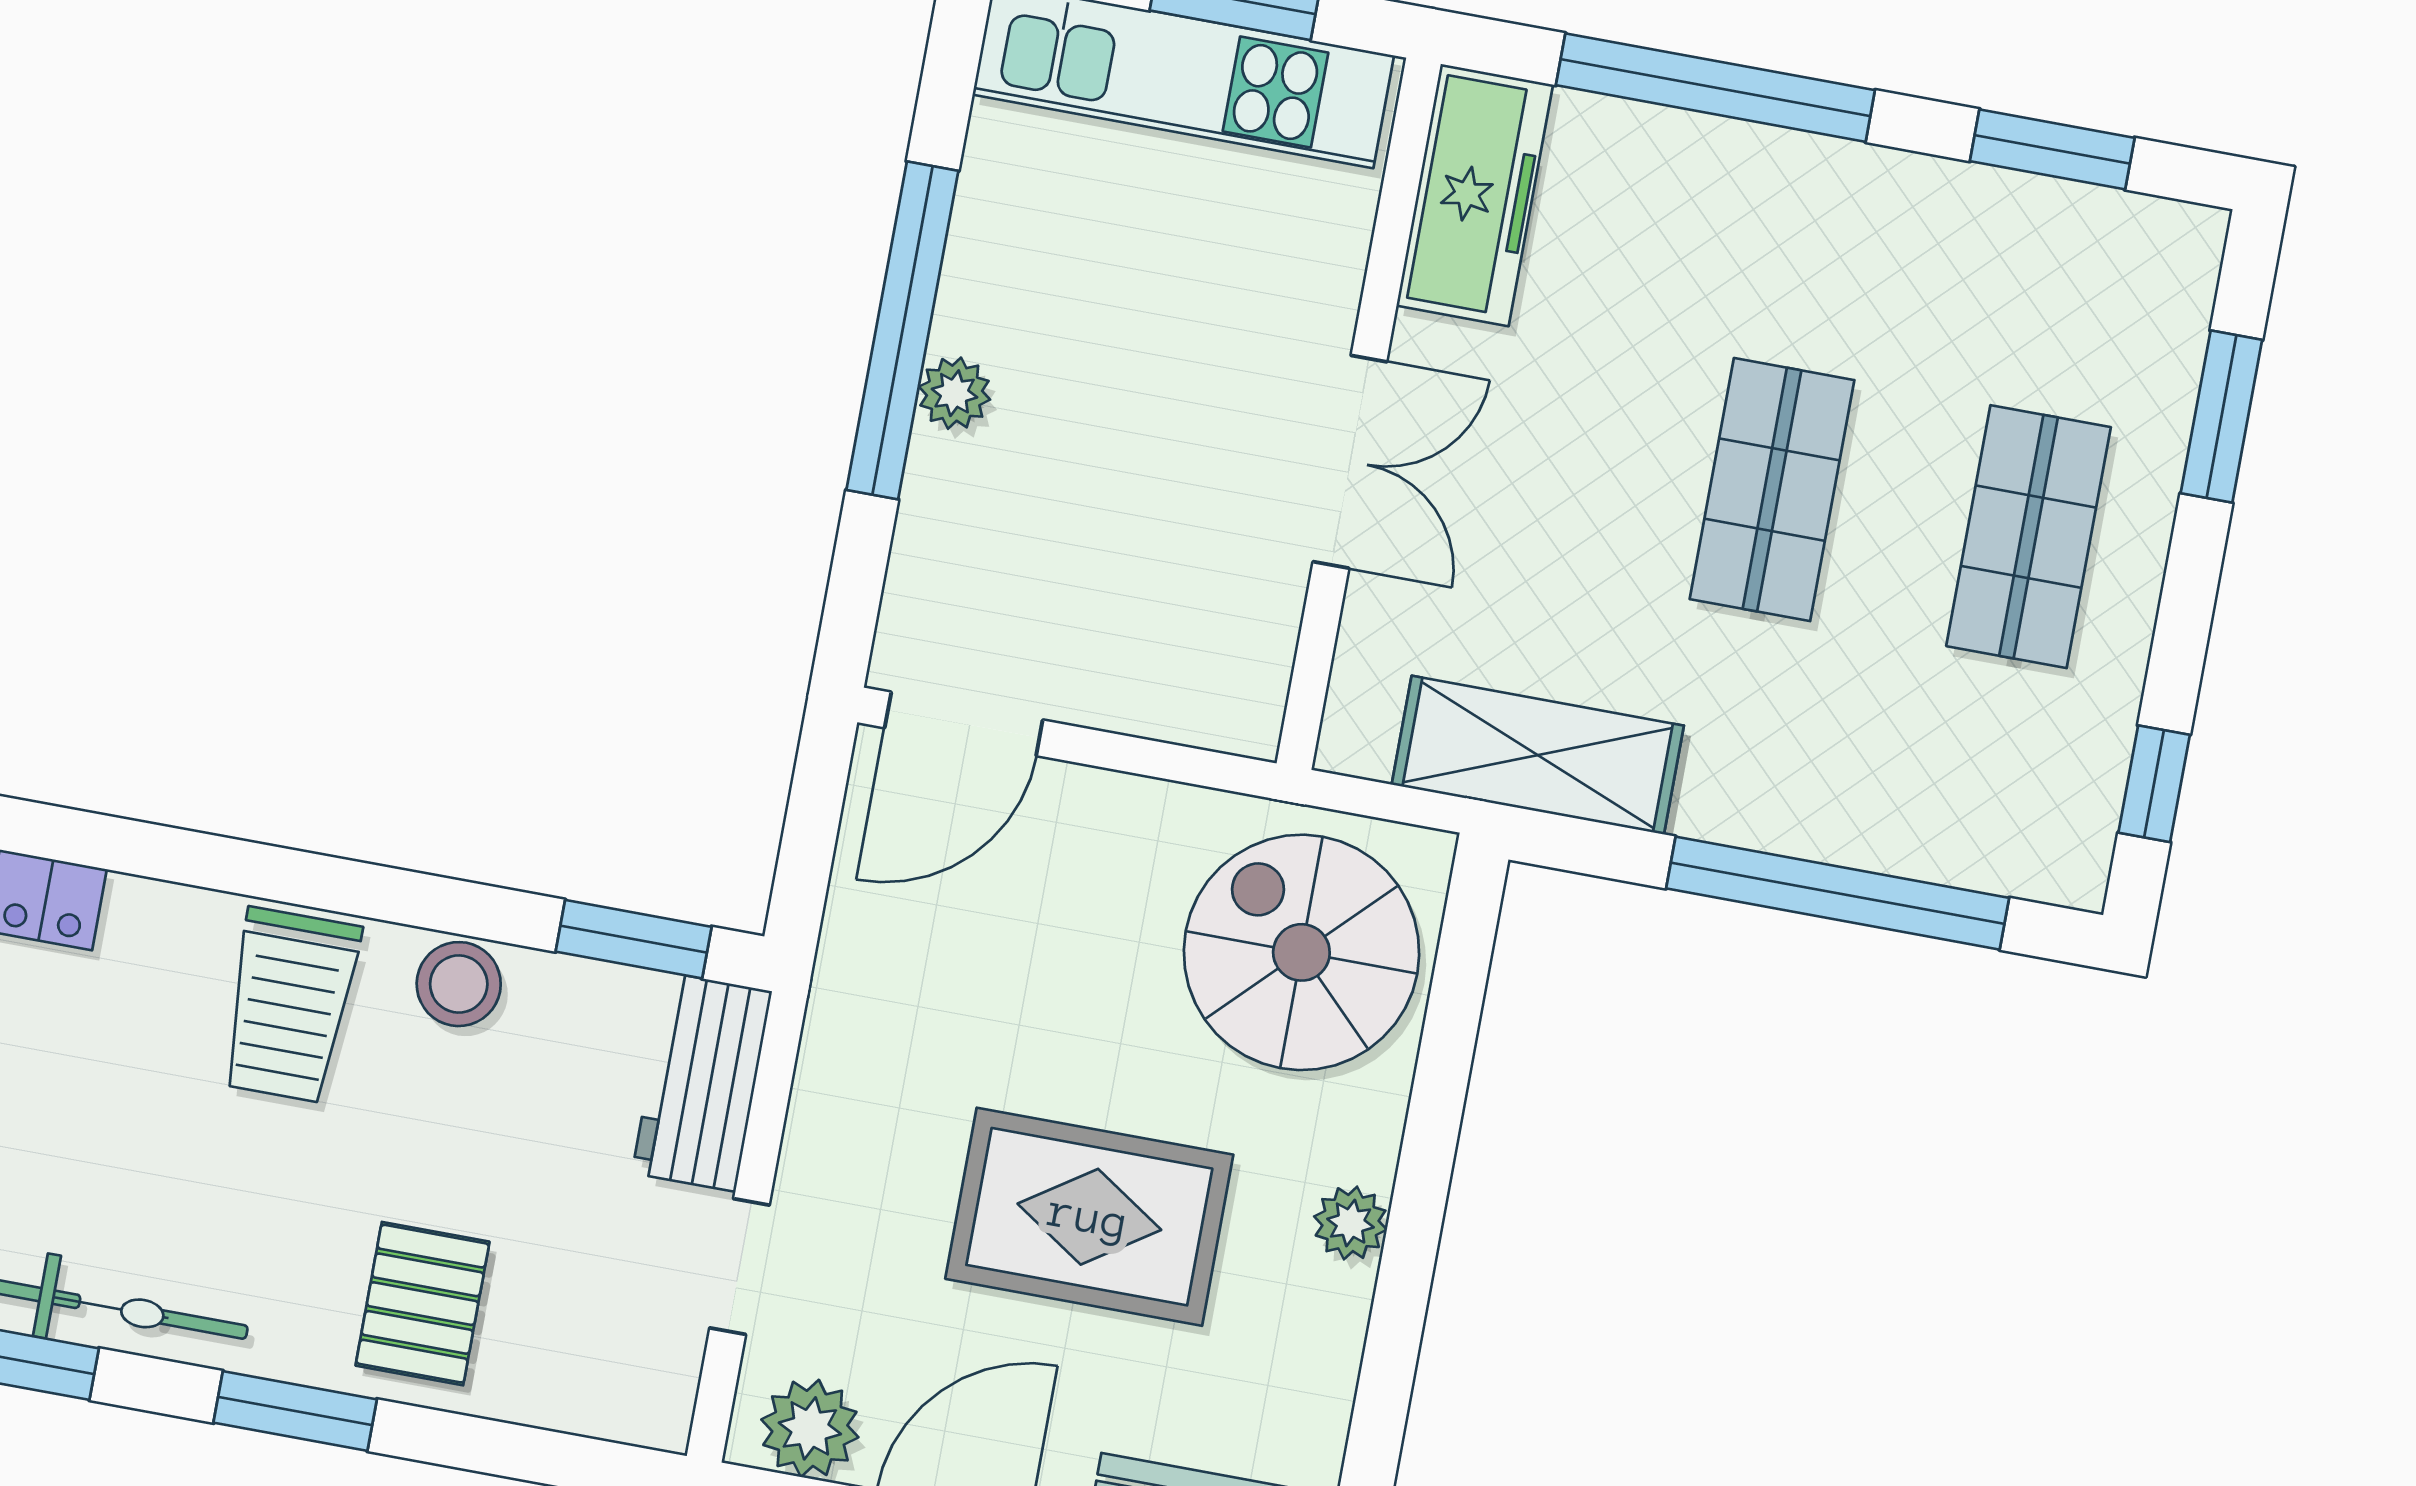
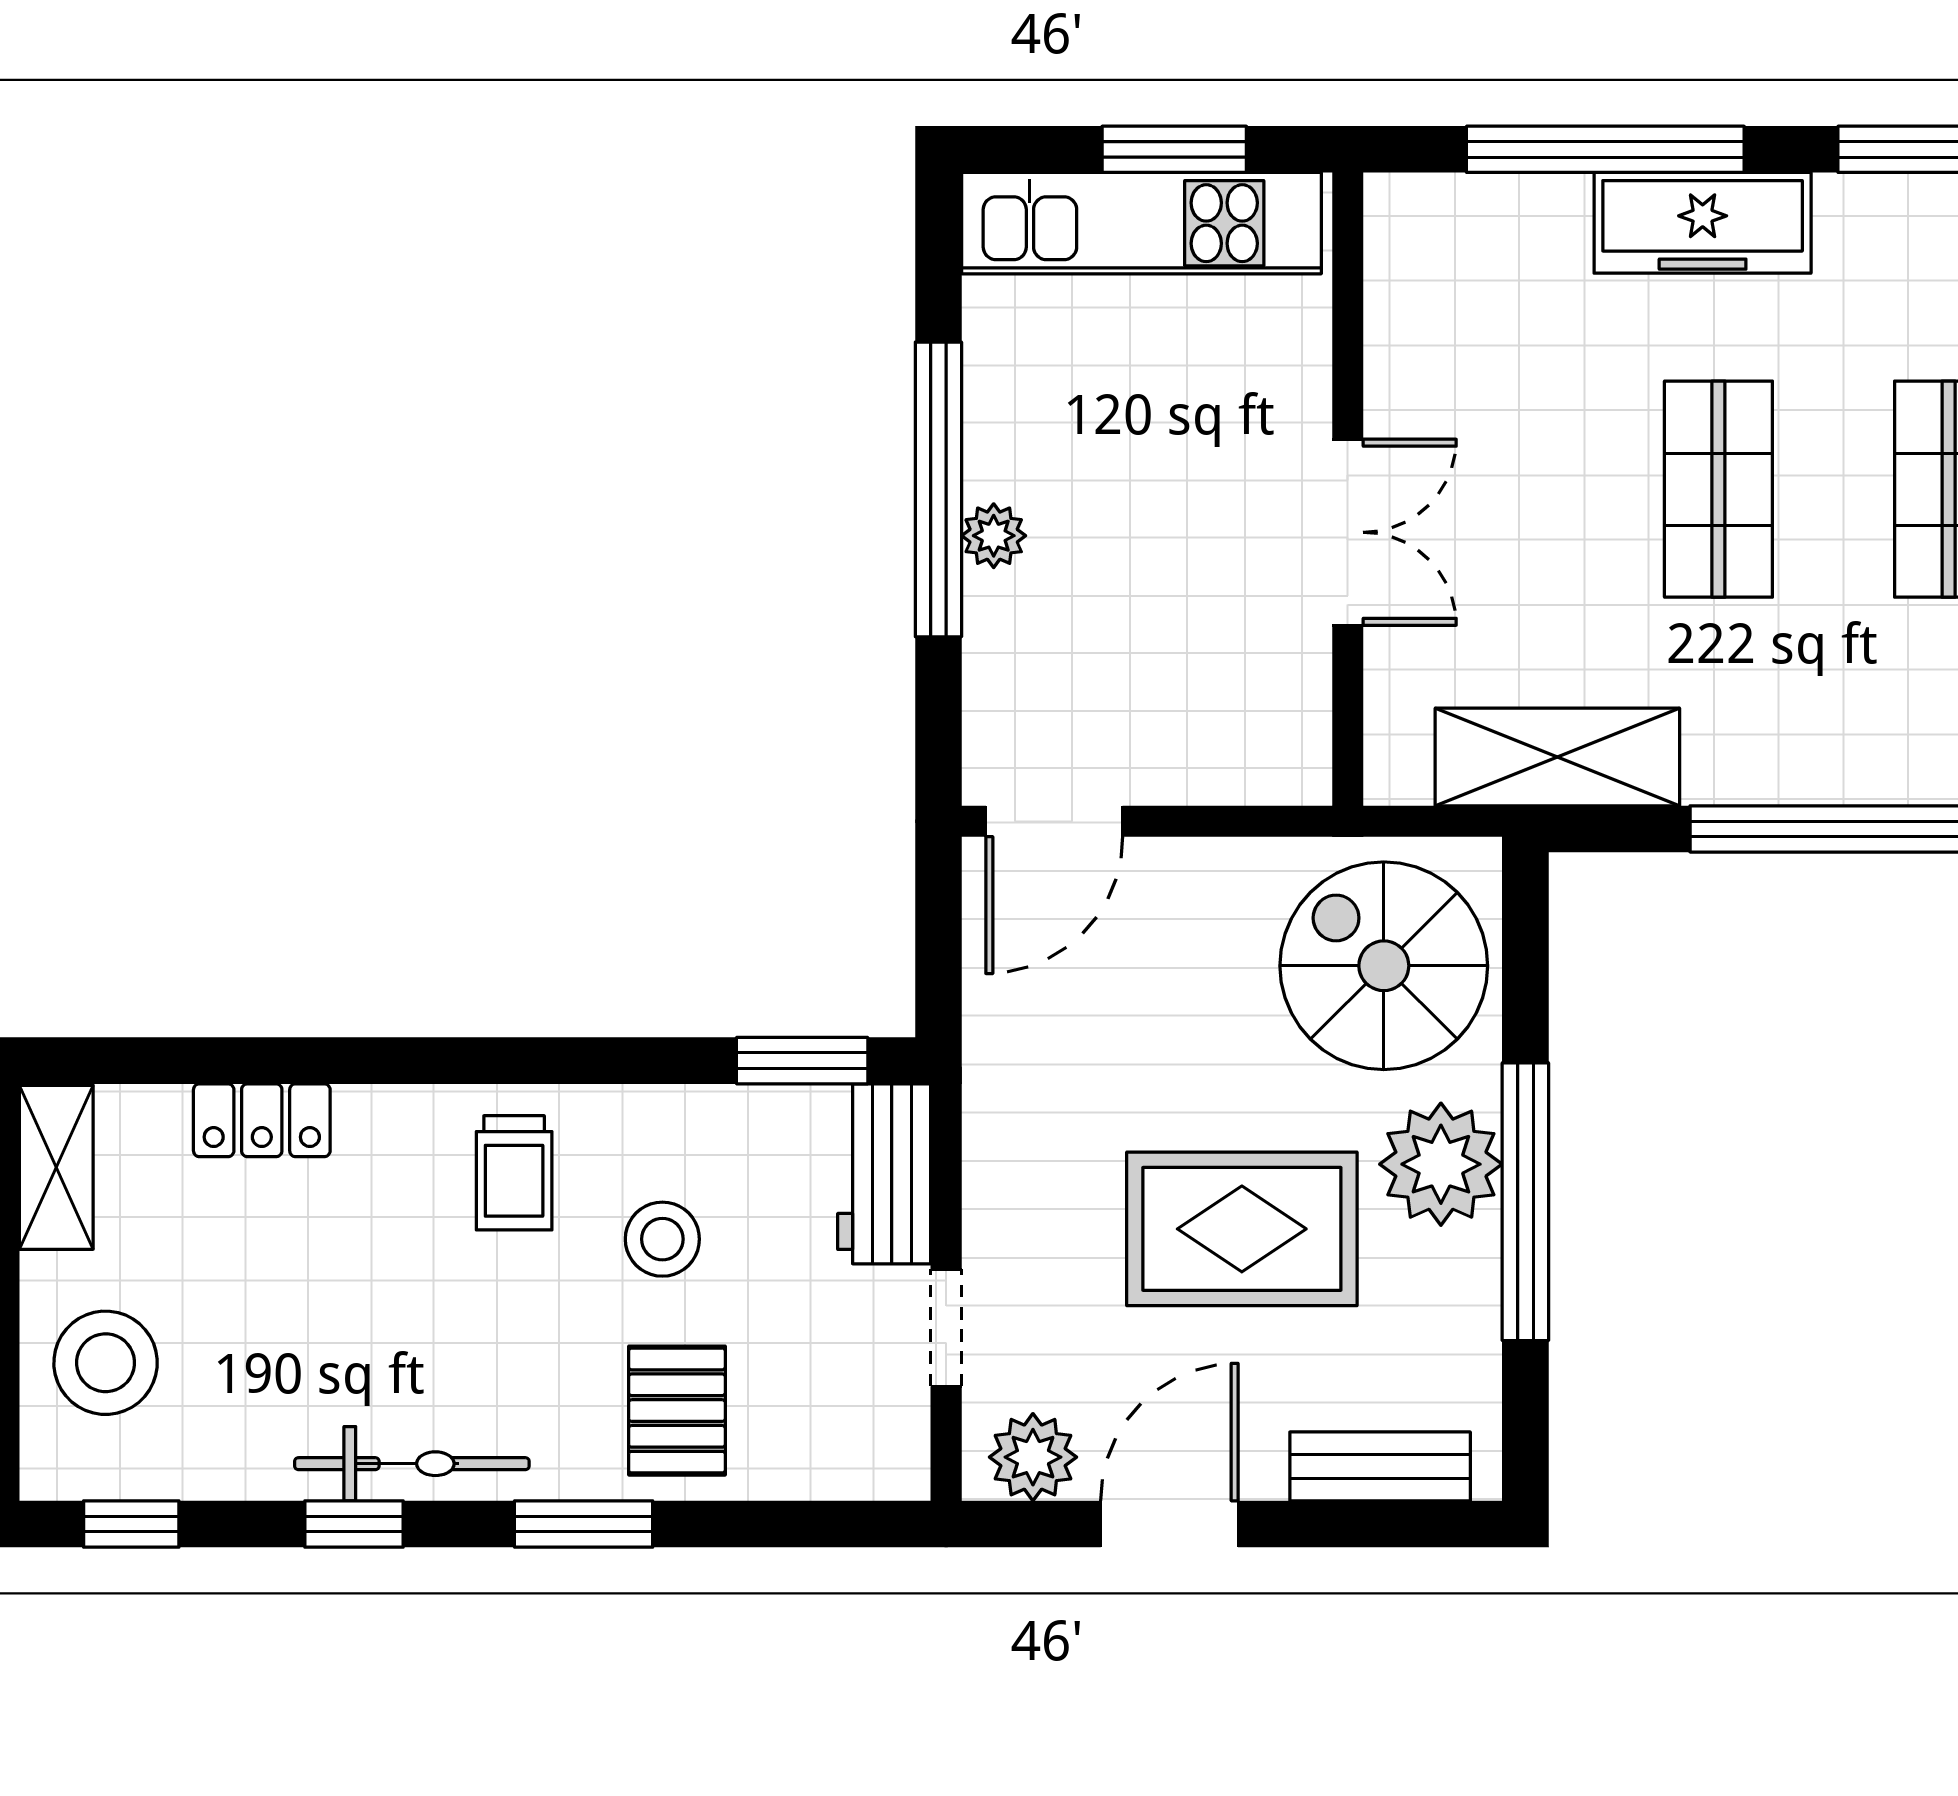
freezer: (1475, 195) -> (1703, 223), moved, turned 90
stool: (459, 984) -> (662, 1239), moved
trolley: (290, 1005) -> (514, 1173), width x0.73, depth x0.72
plant: (1351, 1223) -> (1441, 1164), width x1.88, depth x1.88
window: (1411, 1244) -> (1525, 1202), added

